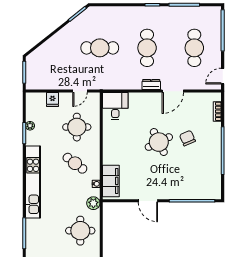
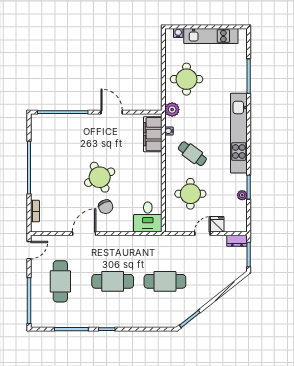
cafe table: (147, 48) -> (113, 281), turned 90
dresser: (151, 85) -> (237, 241), moved
door: (80, 91) -> (203, 234), moved
chair: (187, 138) -> (106, 207), moved

